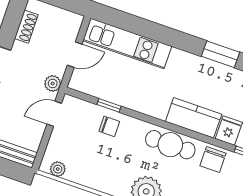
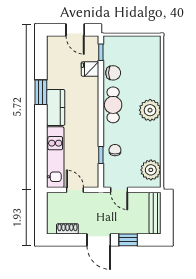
plant: (53, 83) -> (99, 198), removed
kitchen counter: (194, 118) -> (56, 107), moved, turned 180
plant: (58, 169) -> (151, 170), width x1.88, depth x1.88

